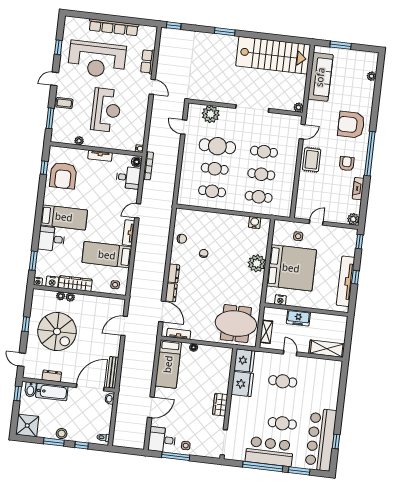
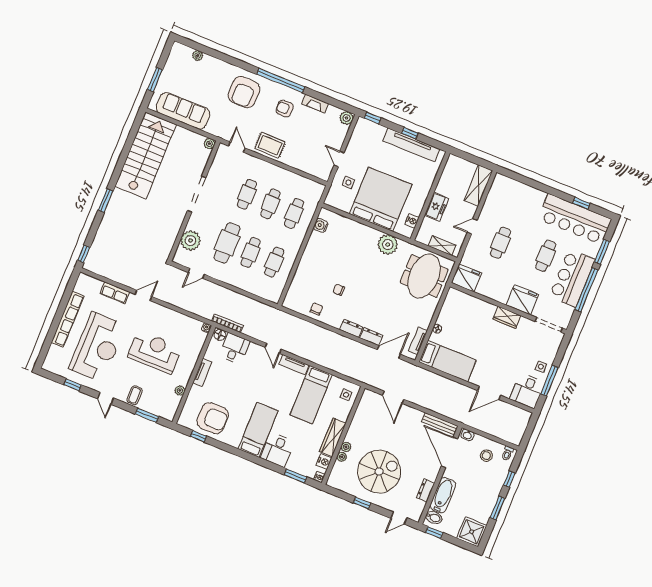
plant: (257, 263) -> (388, 245), moved
fridge: (242, 384) -> (522, 300), moved
door: (151, 407) -> (489, 393), swing flipped
stool: (62, 434) -> (486, 456), moved

